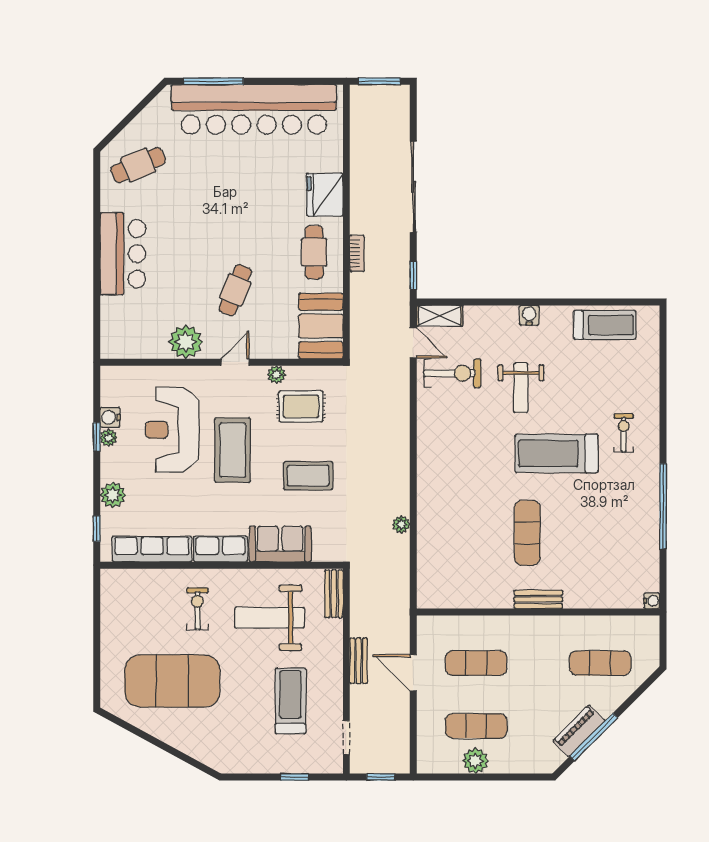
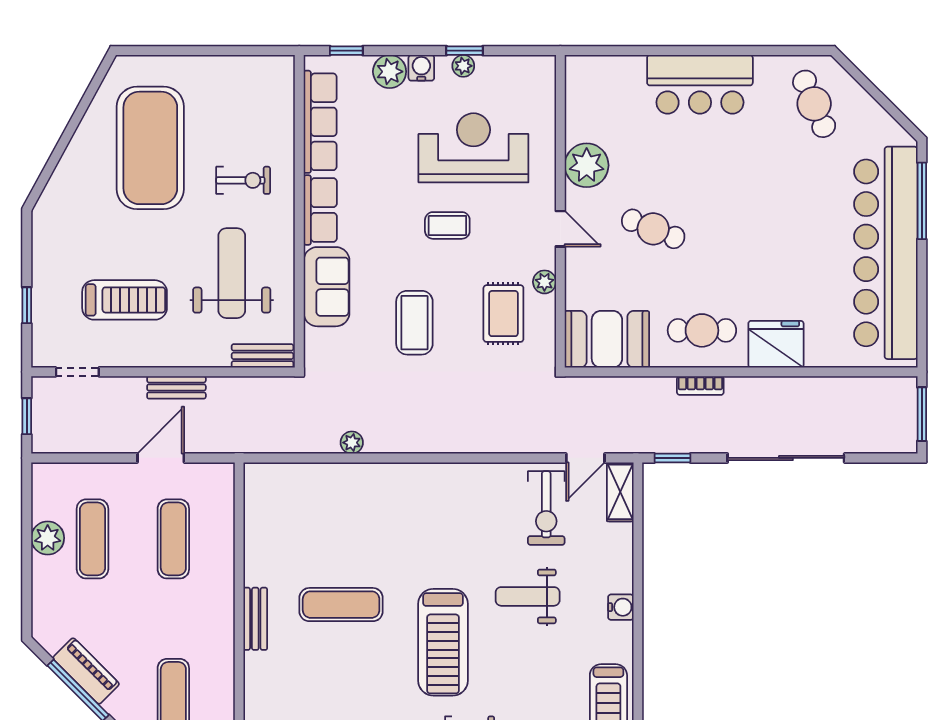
water cooler: (110, 417) -> (421, 68), moved
coffee table: (233, 450) -> (447, 225), width x0.54, depth x0.58
treadmill: (556, 453) -> (443, 642), turned 180

